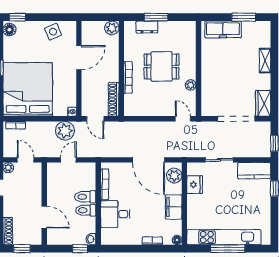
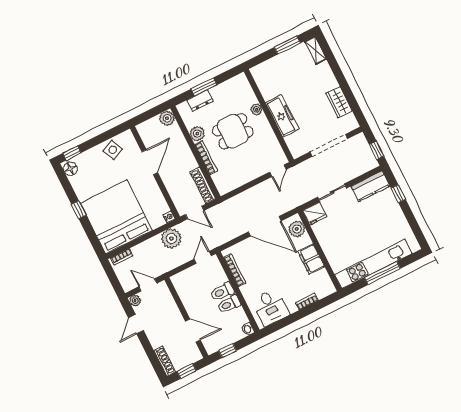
freezer: (223, 29) -> (282, 116), moved, turned -90
plant: (131, 54) -> (197, 134), added
shelving: (265, 61) -> (315, 50), moved
plant: (191, 85) -> (256, 109), moved
wardrobe: (263, 103) -> (339, 102), moved
door: (183, 119) -> (278, 171), swing flipped
door: (68, 160) -> (203, 257), moved
fridge: (195, 185) -> (315, 214), moved, turned 90
desk: (115, 214) -> (270, 307), moved, turned -90
floor lamp: (177, 240) -> (330, 289), removed
window: (80, 249) -> (227, 351), moved

